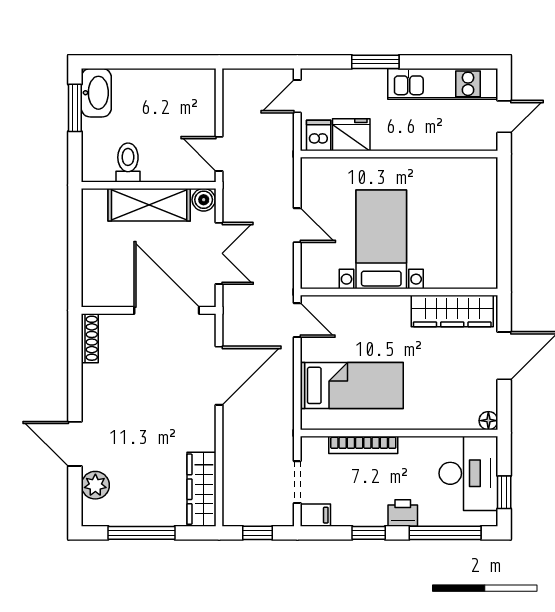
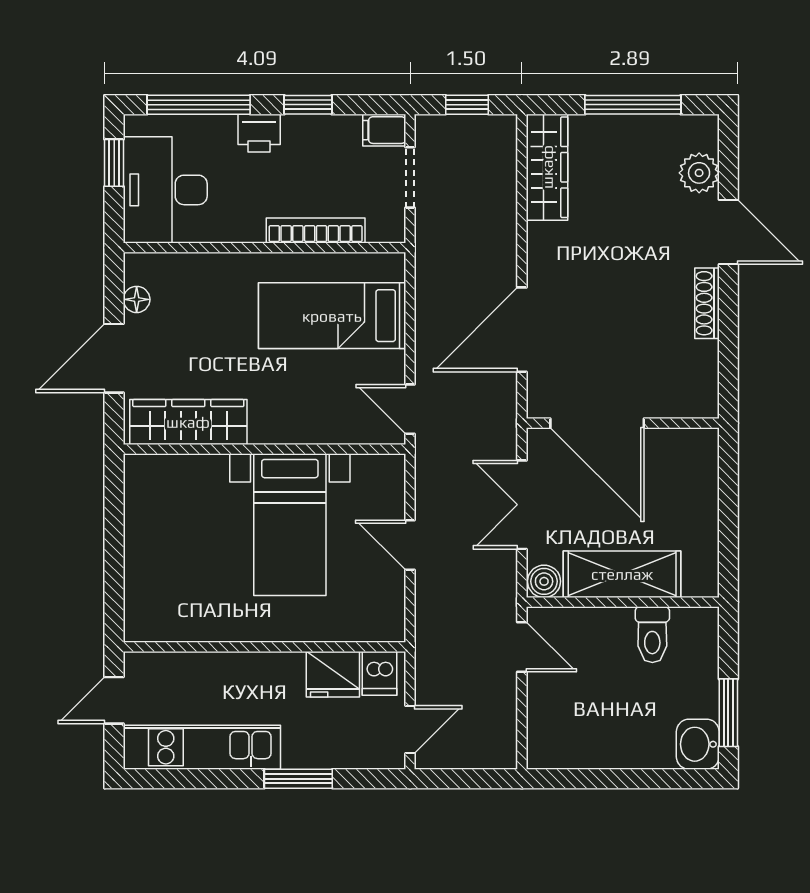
washbasin: (96, 93) -> (698, 744), width x0.72
shoe rack: (90, 338) -> (707, 303), moved
floor lamp: (488, 421) -> (137, 299), moved

